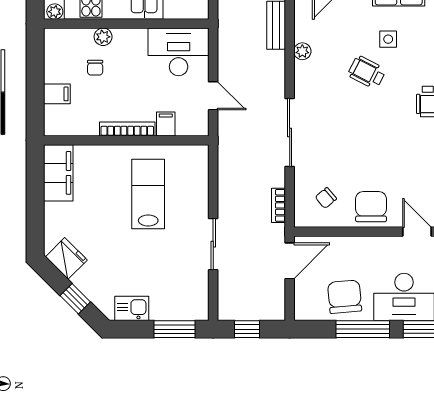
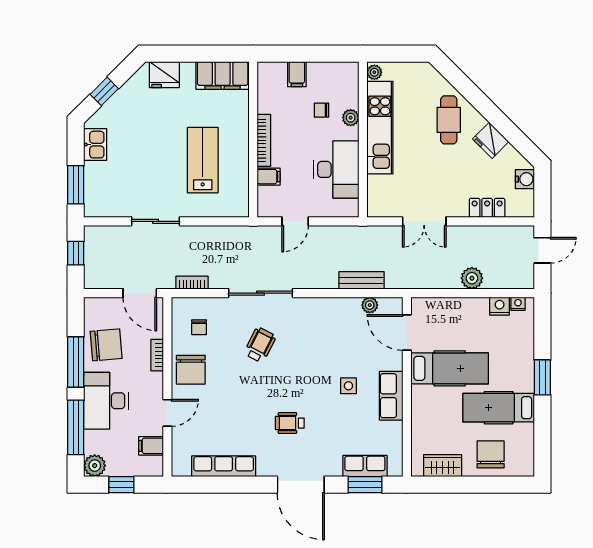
plant: (302, 51) -> (370, 305), moved
desk: (179, 52) -> (336, 169), moved
wheelchair: (367, 72) -> (260, 345), moved
lab bench: (148, 194) -> (203, 160), turned -90
chair: (326, 198) -> (199, 327), turned -140
chair: (371, 207) -> (191, 370), turned 90
bookcase: (356, 242) -> (157, 355), added
fridge: (66, 258) -> (164, 75), moved, turned 45

